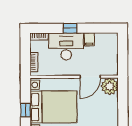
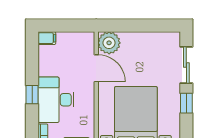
filing cabinet: (89, 39) -> (47, 38), moved

